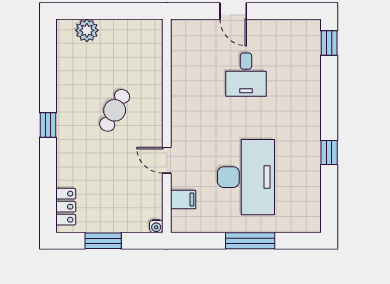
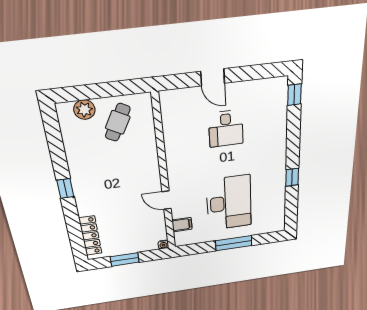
cafe table: (115, 110) -> (118, 122), moved
locker: (66, 207) -> (90, 236), width x1.53

